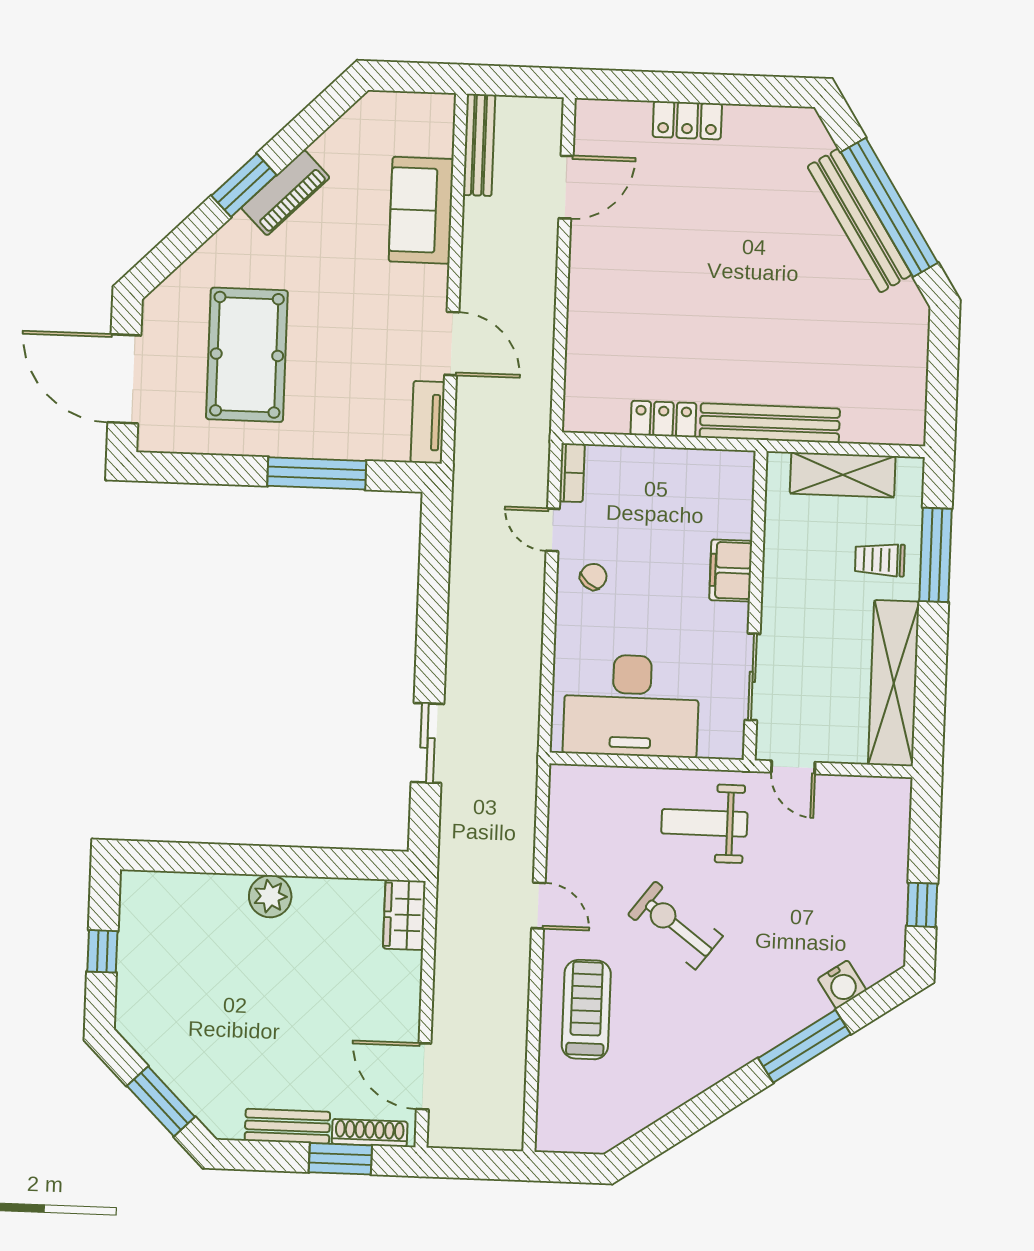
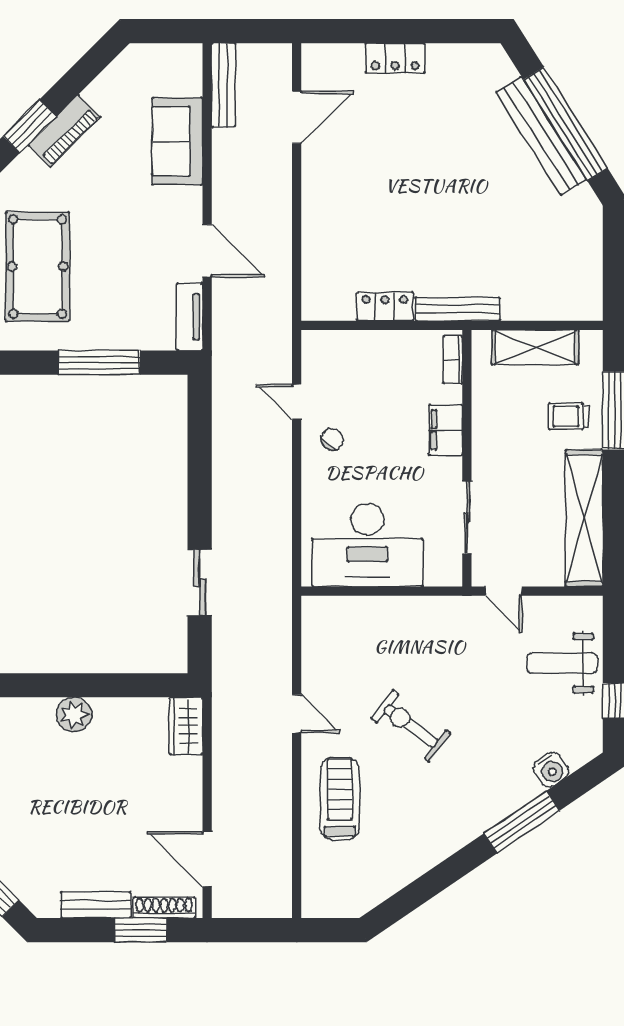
bench: (770, 423) -> (458, 309), width x0.73, depth x0.82
bookcase: (572, 473) -> (453, 360), moved, turned 180
weight bench: (704, 823) -> (562, 663), moved

